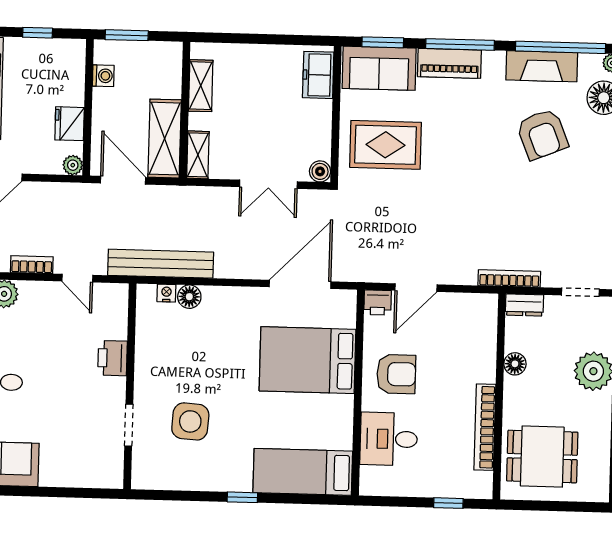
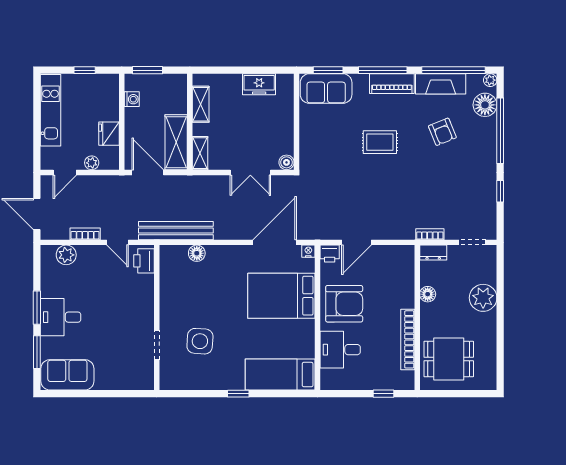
piano: (449, 63) -> (392, 84), moved
freezer: (318, 75) -> (259, 84), moved, turned -90
armchair: (542, 134) -> (442, 132), width x0.72, depth x0.72
rug: (386, 145) -> (380, 142), moved, width x0.73, depth x0.70
plant: (73, 165) -> (92, 163), moved
bookcase: (509, 279) -> (430, 234), width x0.64
nightstand: (166, 293) -> (308, 251), moved
printer: (113, 358) -> (144, 261), moved
armchair: (396, 374) -> (344, 304), width x1.36, depth x1.36

